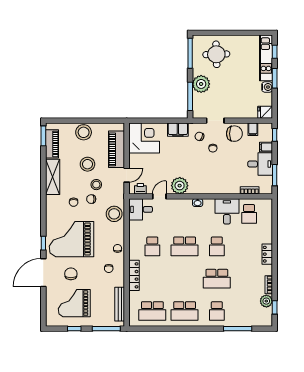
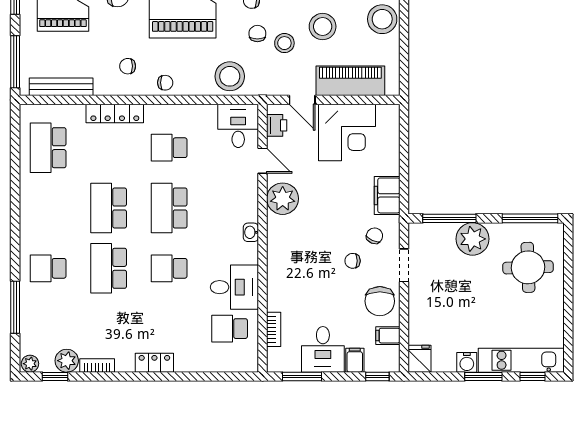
corner desk: (144, 138) -> (347, 132), moved
school desk: (185, 311) -> (109, 208), moved
plant: (268, 321) -> (30, 364), added

